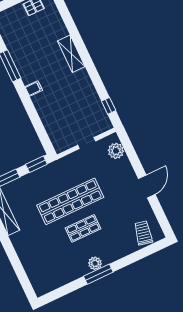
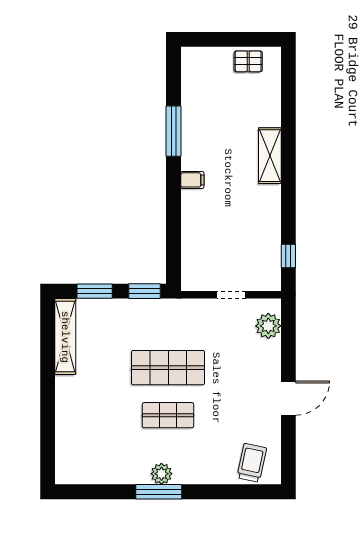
shop shelf: (70, 201) -> (168, 368), width x0.71

